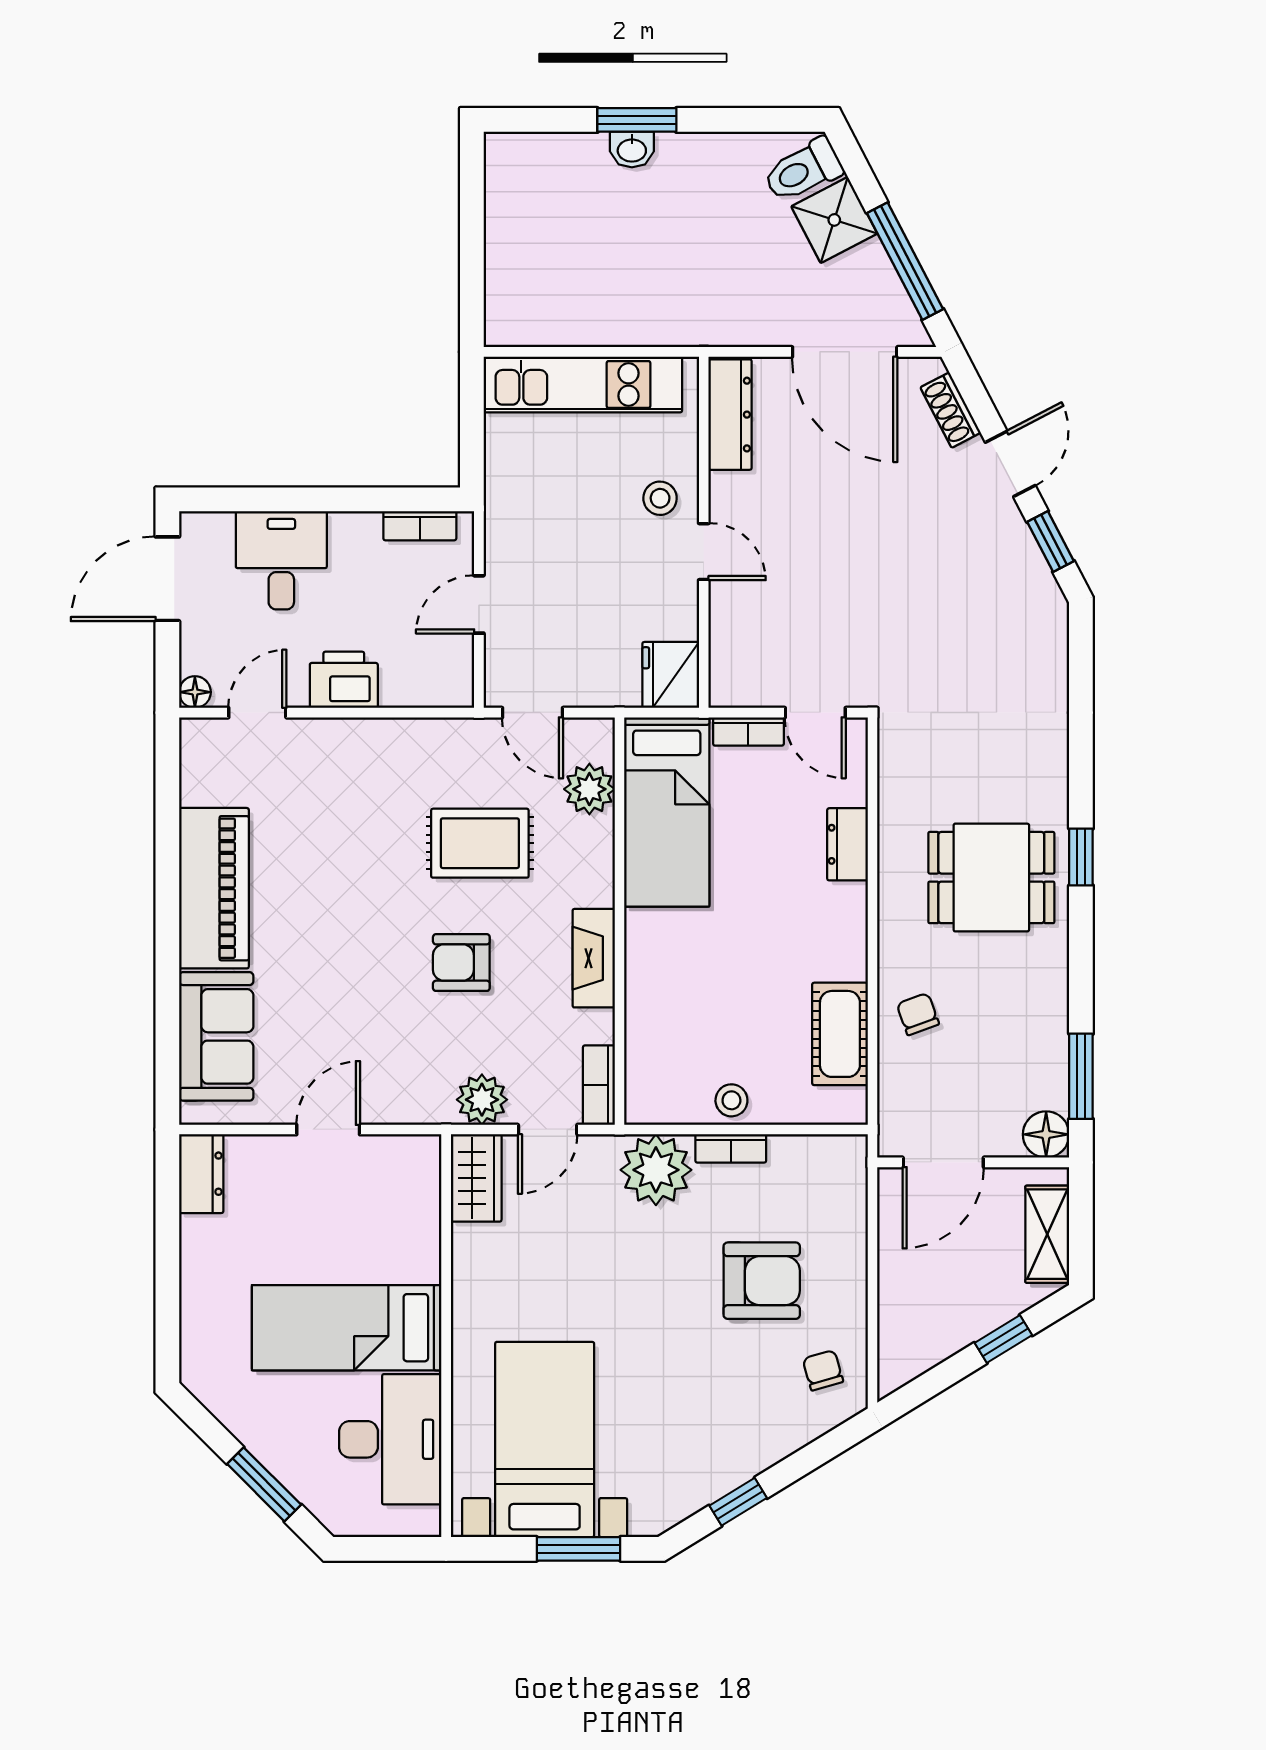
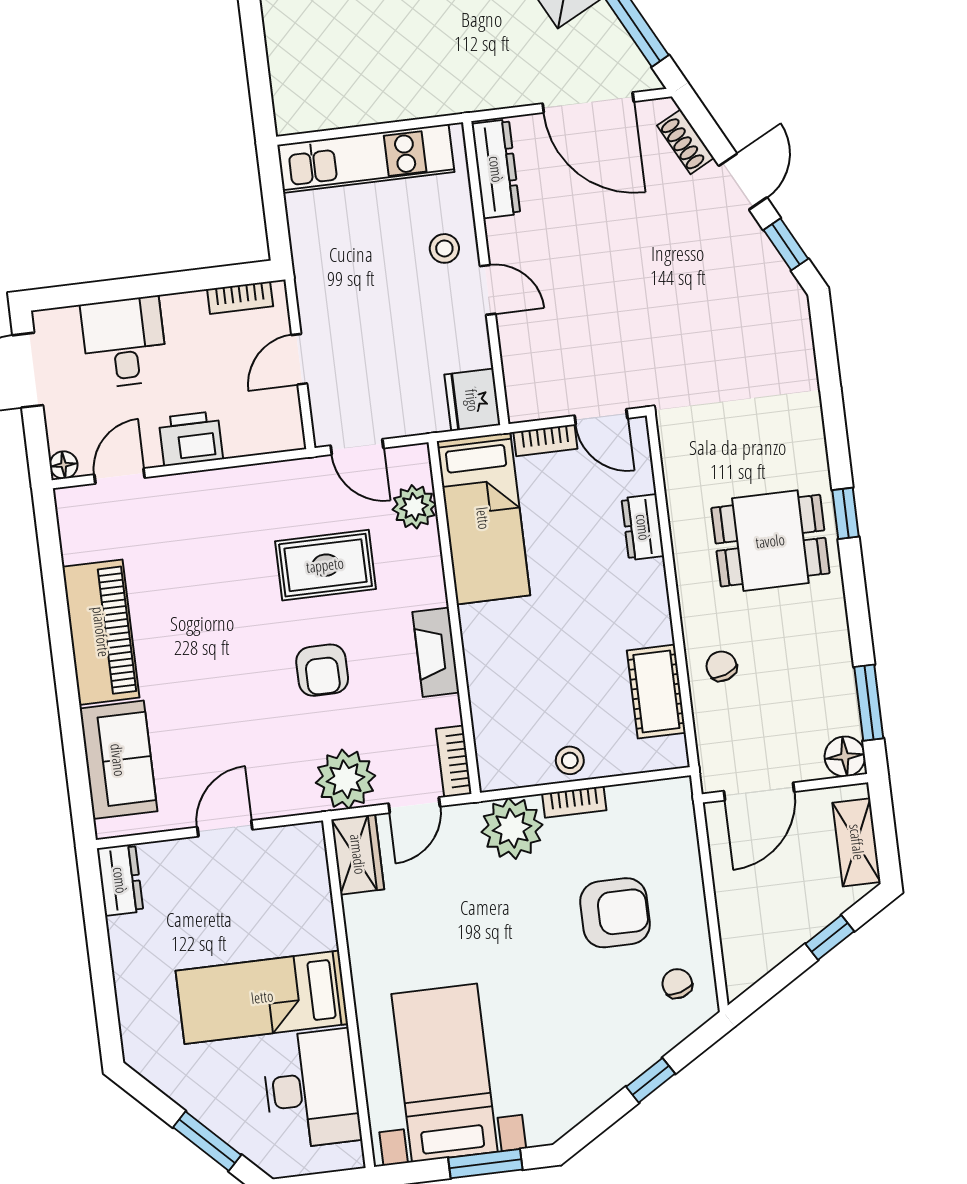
armchair: (461, 963) -> (322, 670), turned -90
plant: (482, 1100) -> (346, 779), width x1.36, depth x1.36
window: (738, 1502) -> (651, 1080), moved

